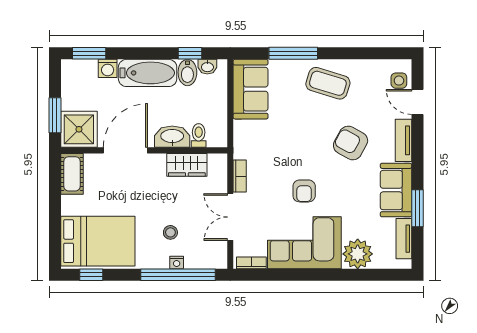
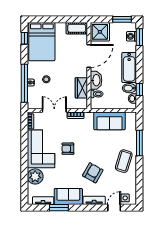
washing machine: (108, 68) -> (131, 36), moved
sofa: (251, 89) -> (110, 121), moved
window: (55, 115) -> (122, 19), moved
door: (125, 150) -> (89, 56), hinge flipped

